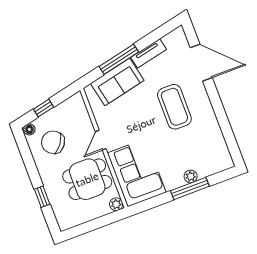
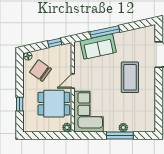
tv unit: (149, 53) -> (126, 35), removed
window: (43, 108) -> (55, 43), moved

